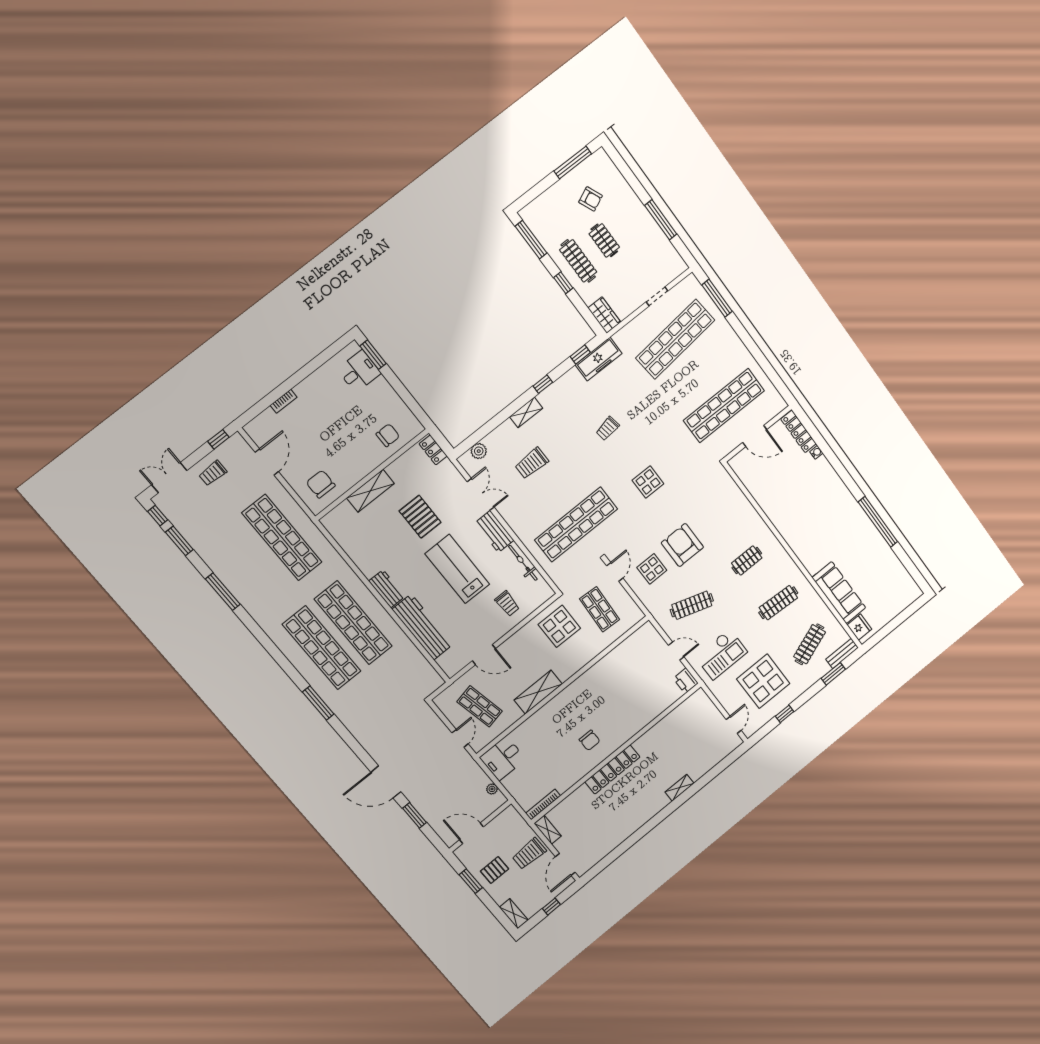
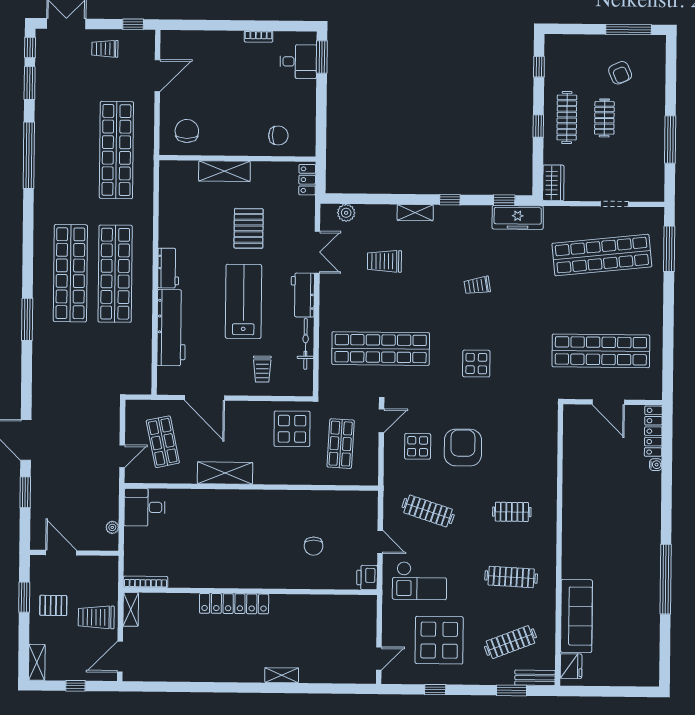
window: (531, 240) -> (539, 67), width x0.46
bookcase: (284, 401) -> (259, 37), moved
window: (223, 592) -> (29, 155), width x1.46
door: (484, 655) -> (204, 398), width x1.36
chair: (590, 740) -> (314, 546), moved

